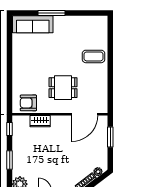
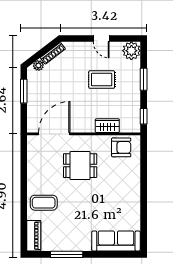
window: (52, 13) -> (67, 254), moved
piano: (102, 29) -> (34, 236), added
window: (110, 137) -> (24, 91), moved
rug: (45, 160) -> (102, 80), added

